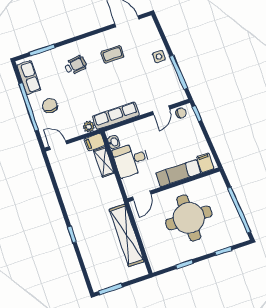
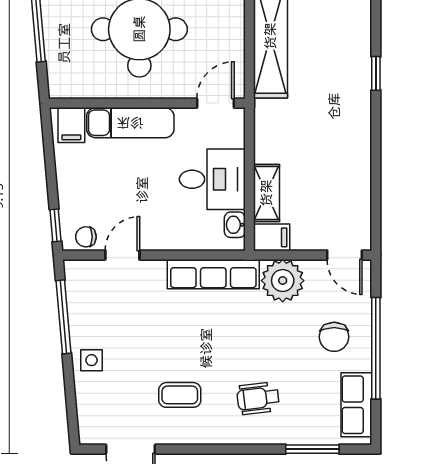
plant: (89, 127) -> (283, 281), width x1.88, depth x1.88

